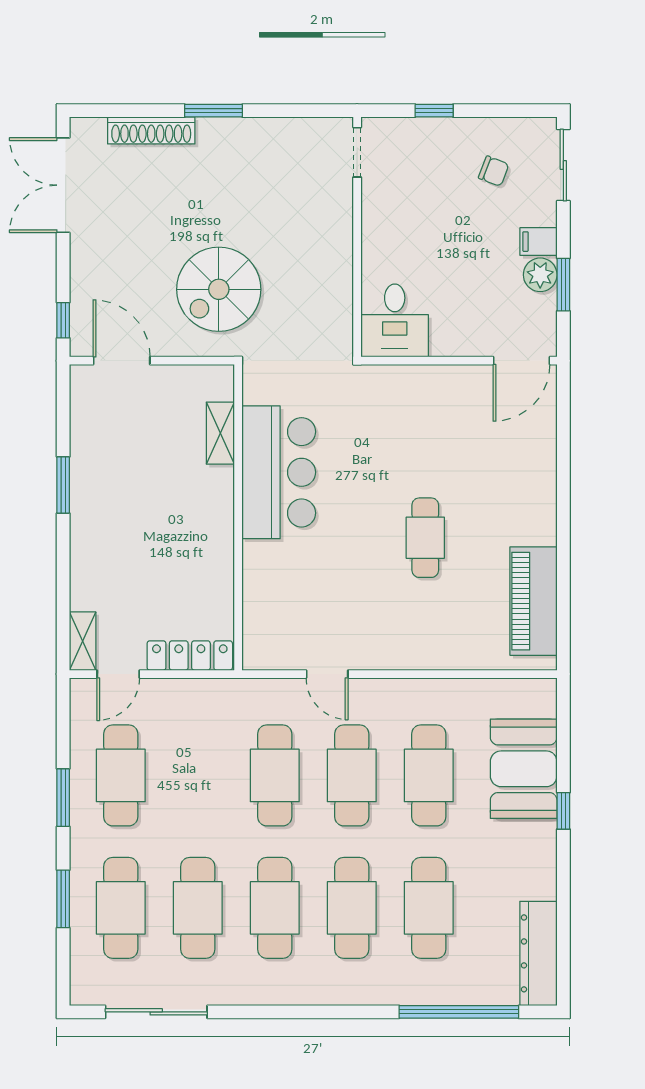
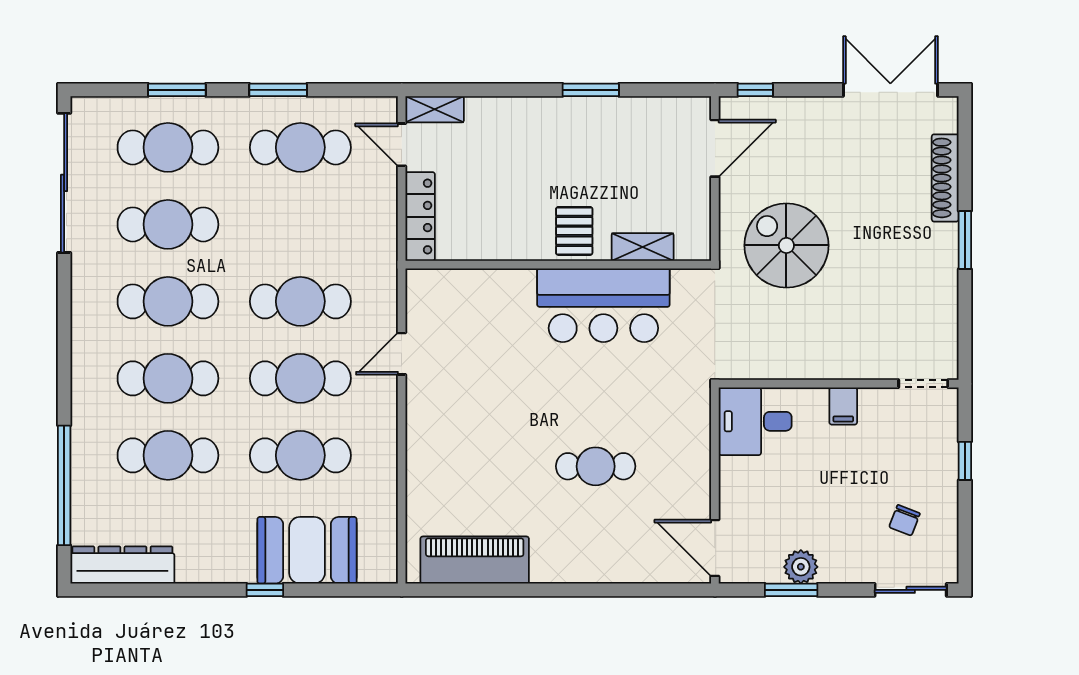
filing cabinet: (538, 242) -> (843, 406), moved, turned 180
pallet: (204, 502) -> (574, 231), added
cafe table: (425, 538) -> (596, 466), moved
sliding door: (156, 1012) -> (64, 183), width x1.36

